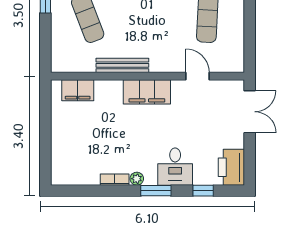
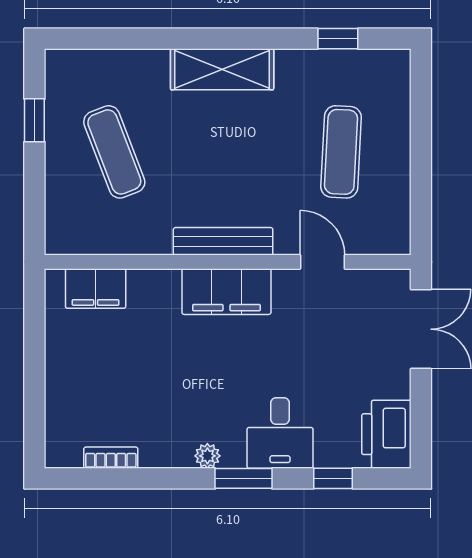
bench: (122, 65) -> (223, 241), moved
bookcase: (115, 180) -> (111, 458), moved

